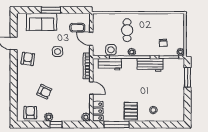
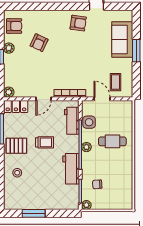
door: (91, 39) -> (102, 99), hinge flipped
side table: (58, 52) -> (87, 59), removed
window: (187, 77) -> (34, 213), moved
trolley: (128, 87) -> (45, 142), added

